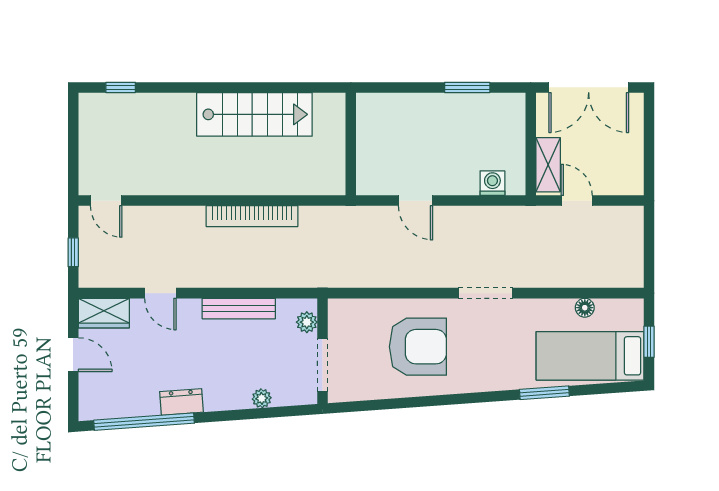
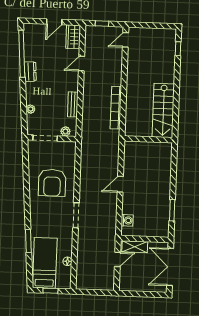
wall: (351, 144) -> (148, 139), moved
bench: (239, 309) -> (73, 104), width x0.73

